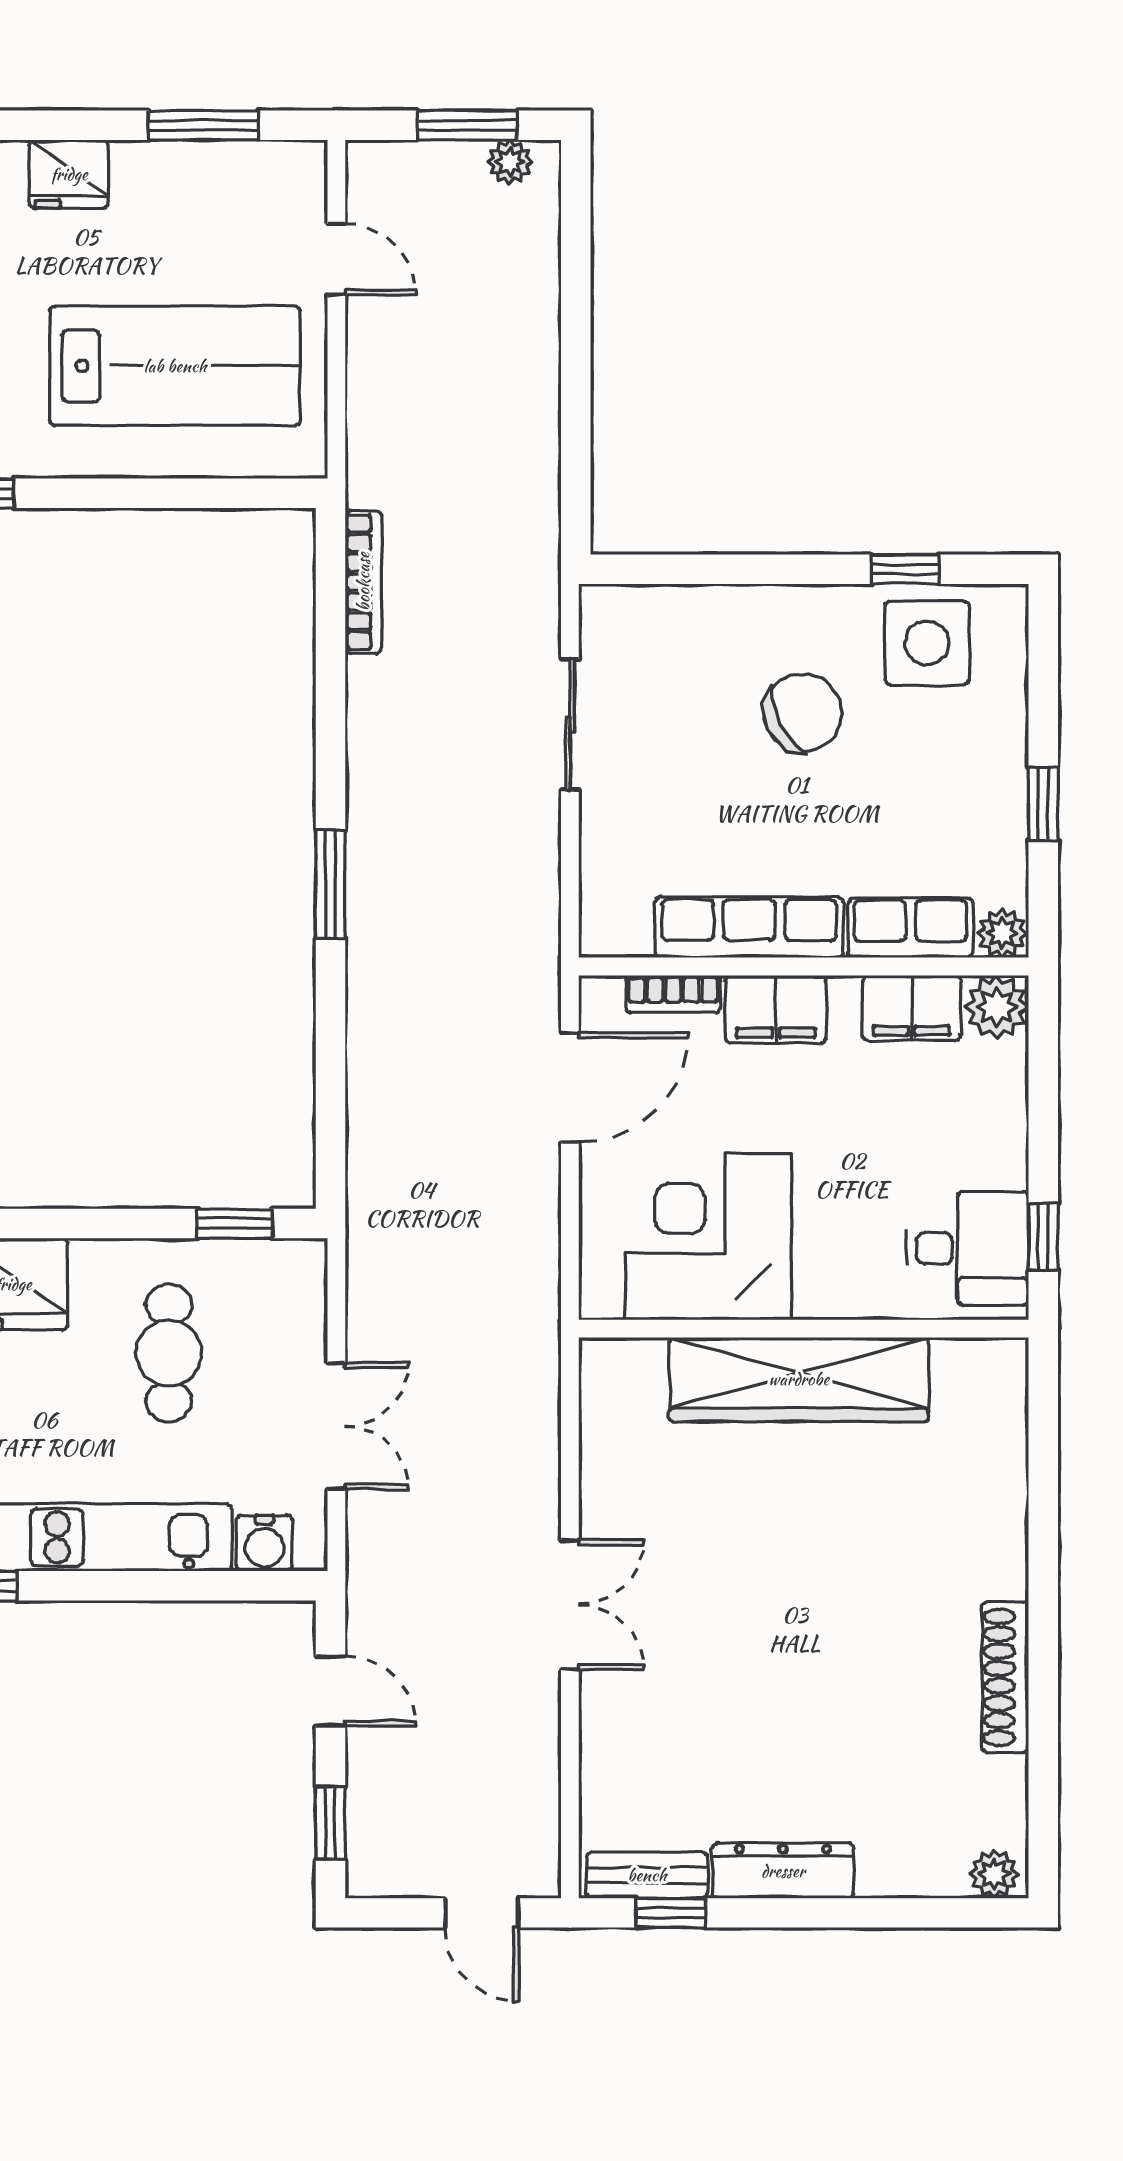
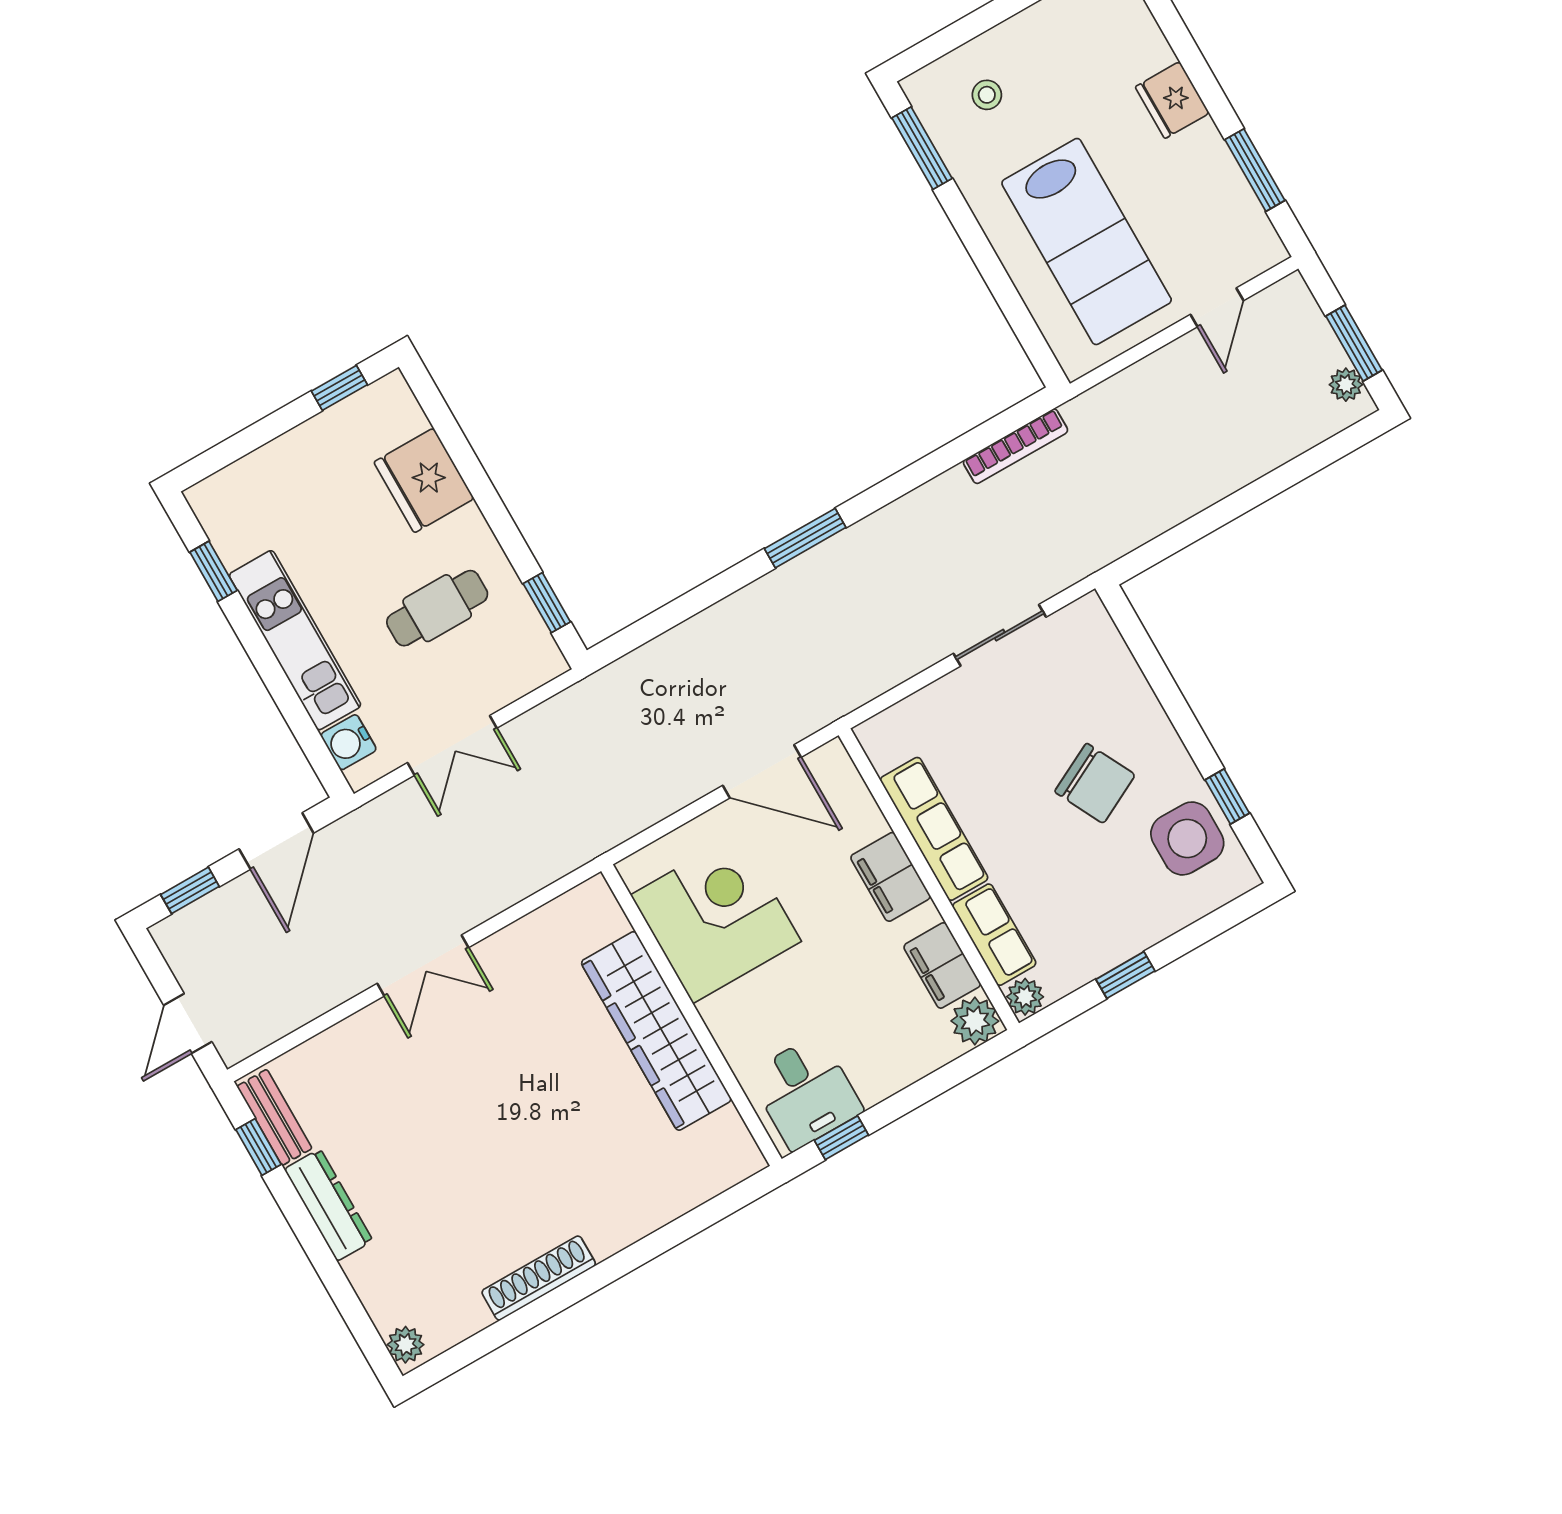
bookcase: (673, 994) -> (862, 804), removed
door: (330, 1691) -> (276, 841), width x1.38

